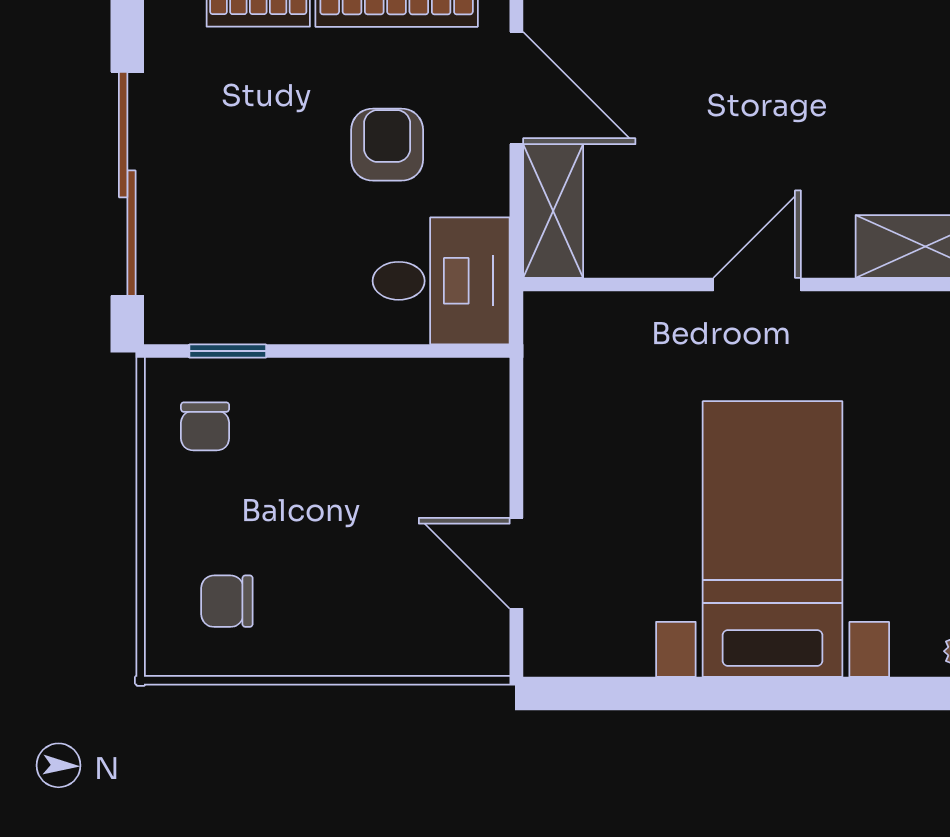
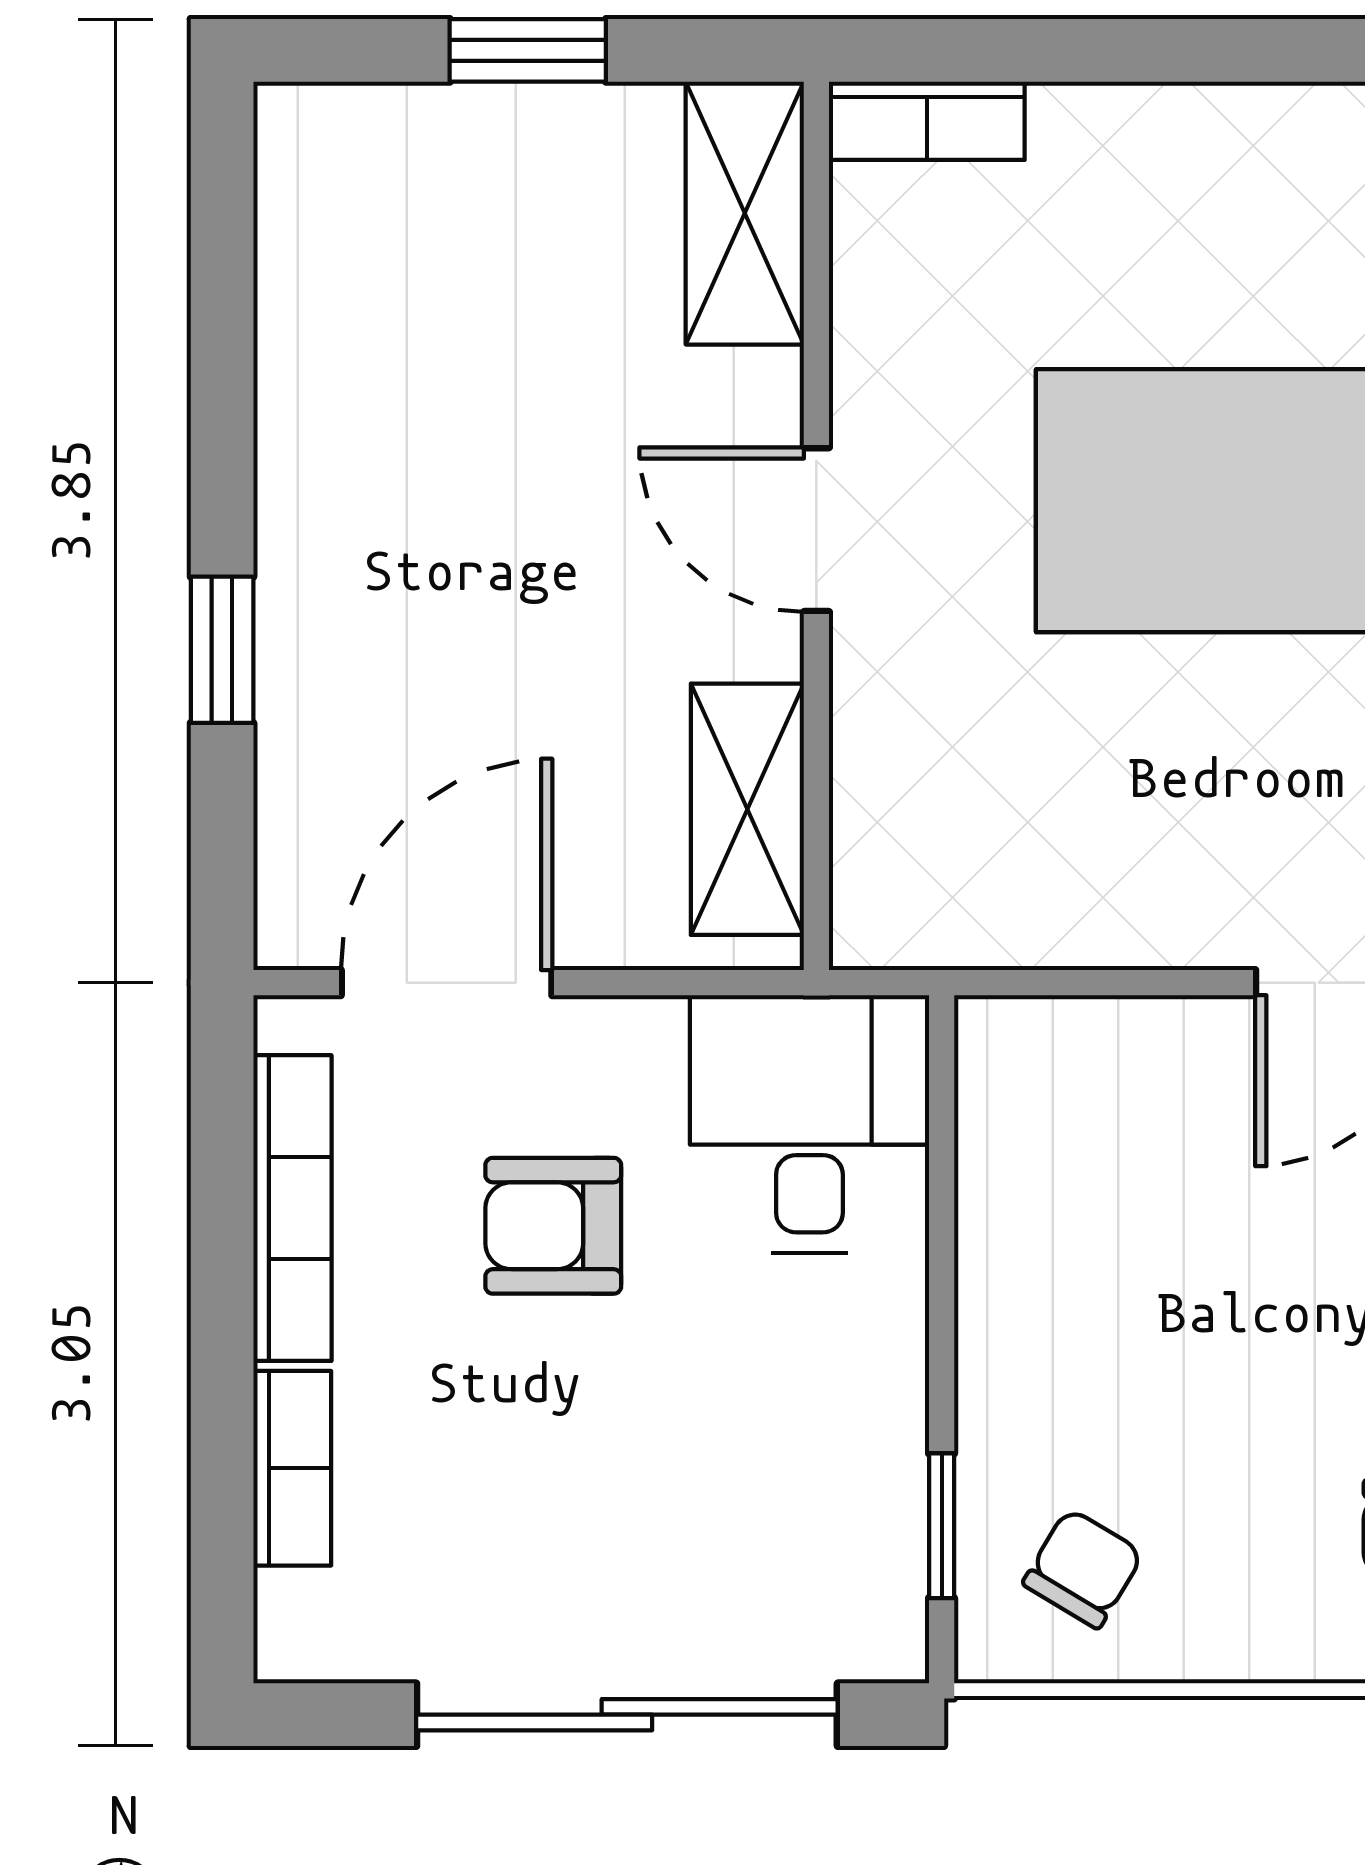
shelving: (553, 211) -> (747, 809), moved, turned 90
chair: (205, 426) -> (1083, 1568), turned -59

